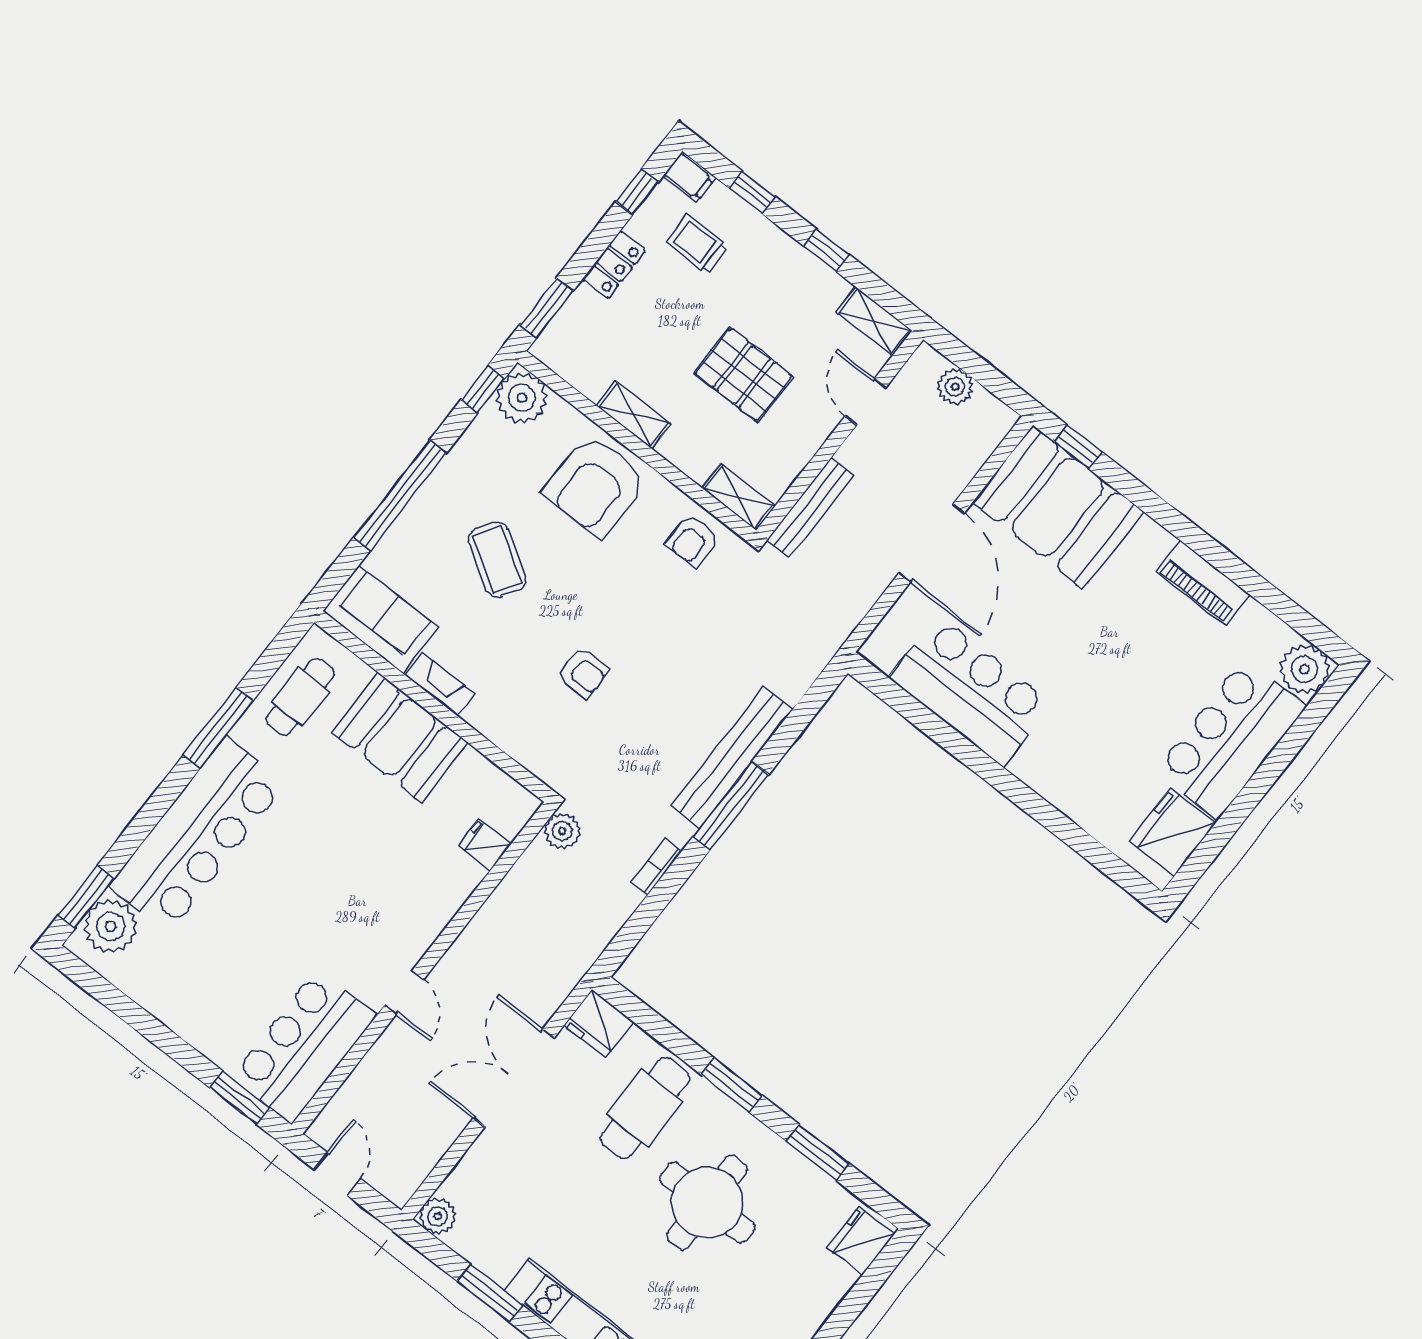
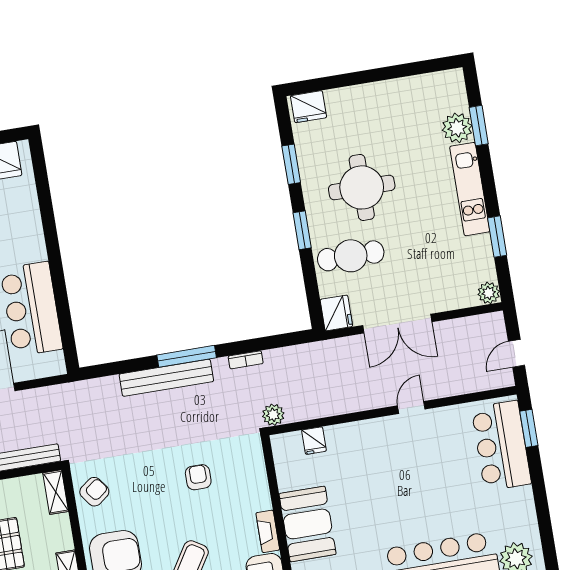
armchair: (692, 540) -> (94, 492), turned -37
bar counter: (304, 1046) -> (501, 446), moved, turned 90

